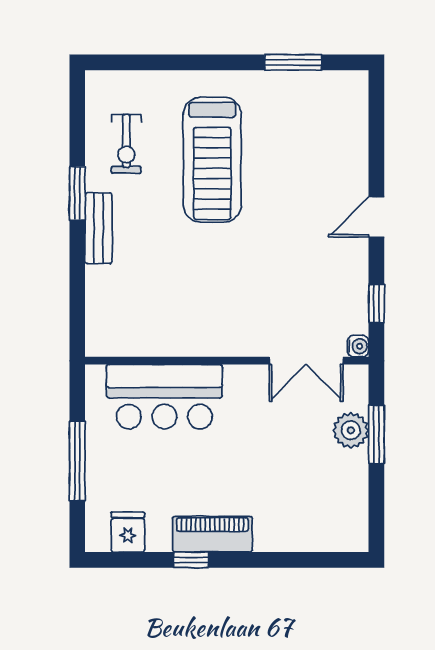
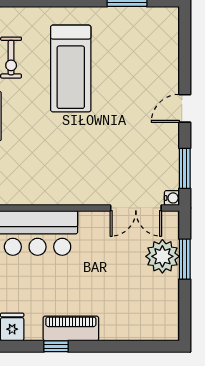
window: (376, 303) -> (185, 168), width x1.50
plant: (351, 430) -> (162, 256), width x1.36, depth x1.36

